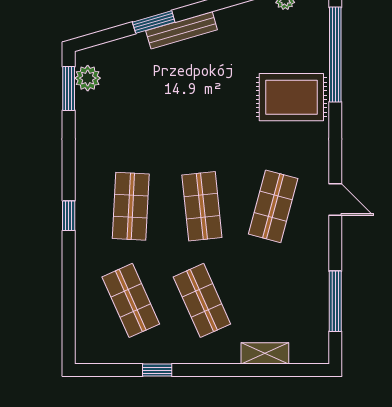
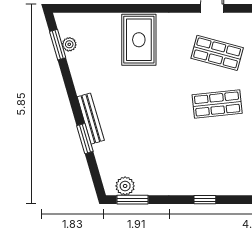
window: (335, 55) -> (108, 8), removed
shop shelf: (131, 206) -> (217, 155), removed
window: (69, 216) -> (205, 200), moved

